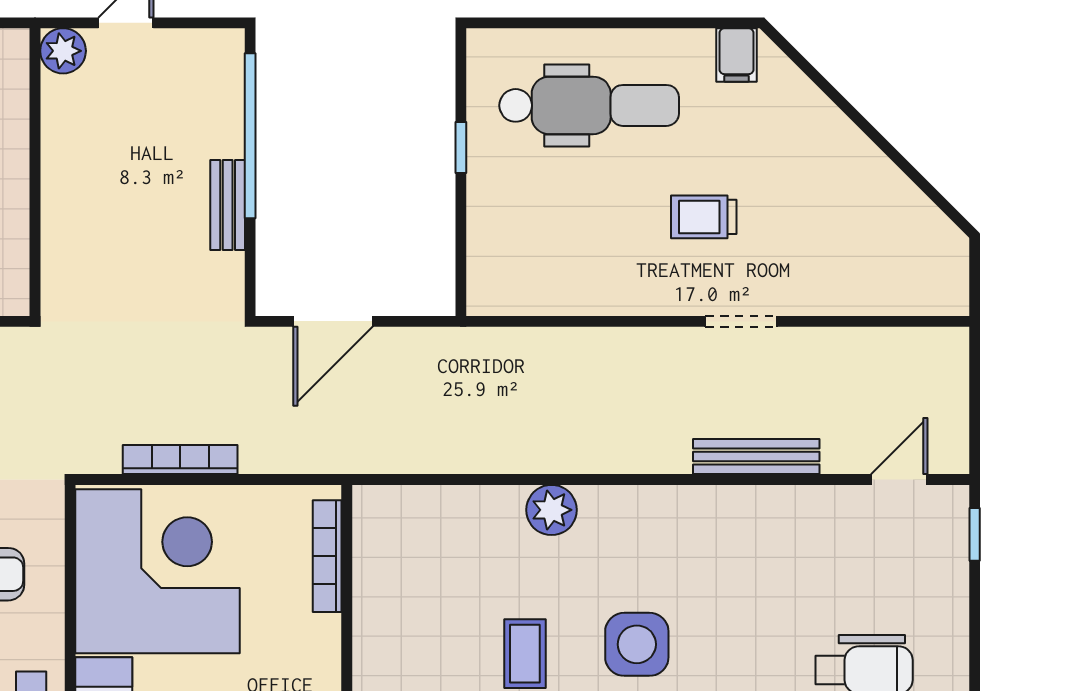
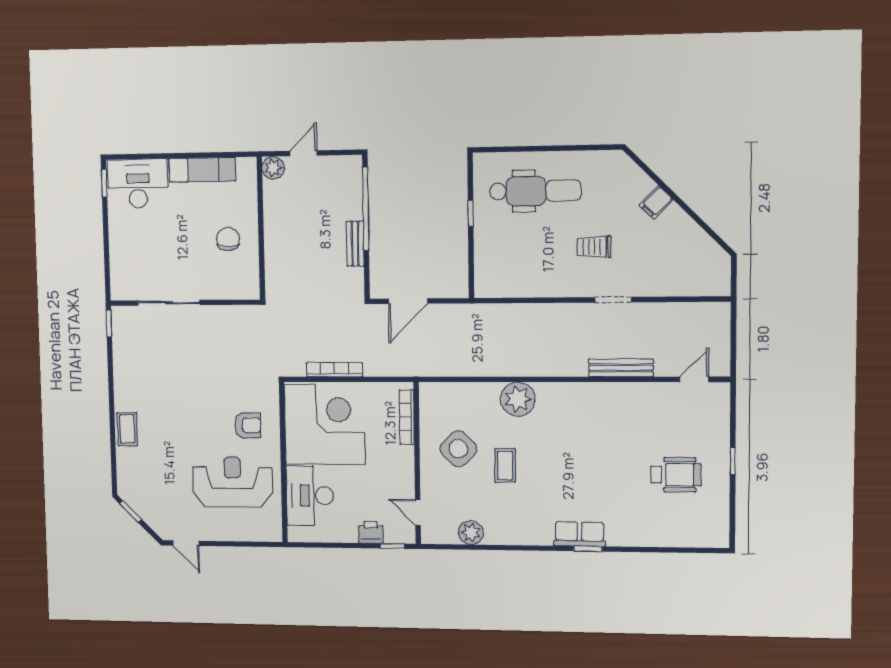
filing cabinet: (737, 55) -> (656, 202), moved, turned 45
plant: (552, 510) -> (518, 399), width x1.36, depth x1.36
window: (975, 534) -> (733, 461), moved
side table: (637, 644) -> (458, 449), moved, turned 45

